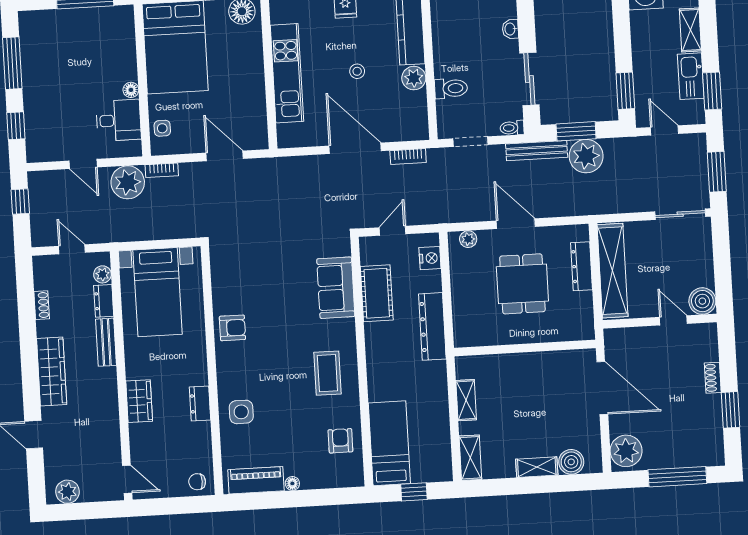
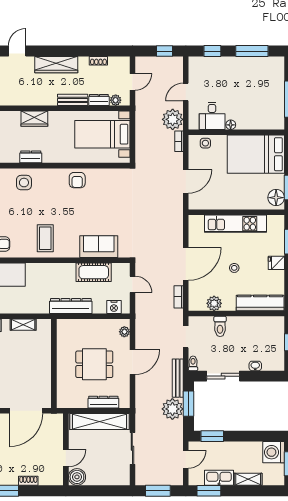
plant: (414, 78) -> (214, 303), moved
sliding door: (680, 214) -> (132, 448), moved
coffee table: (327, 373) -> (45, 238), turned 90

